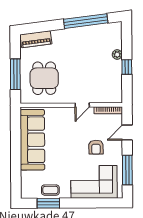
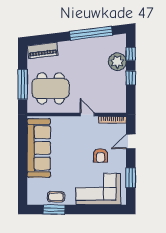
window: (127, 42) -> (131, 54), added
plant: (117, 55) -> (117, 62), width x1.87, depth x1.87
dining table: (44, 78) -> (51, 88), width x1.38
door: (82, 105) -> (87, 115), swing flipped
window: (127, 170) -> (131, 178), width x0.69

